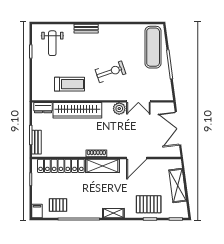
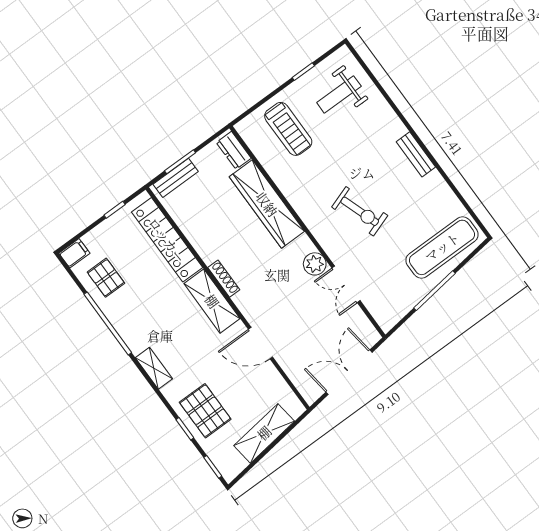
bench: (86, 29) -> (416, 154), moved
treadmill: (69, 84) -> (288, 129), moved

